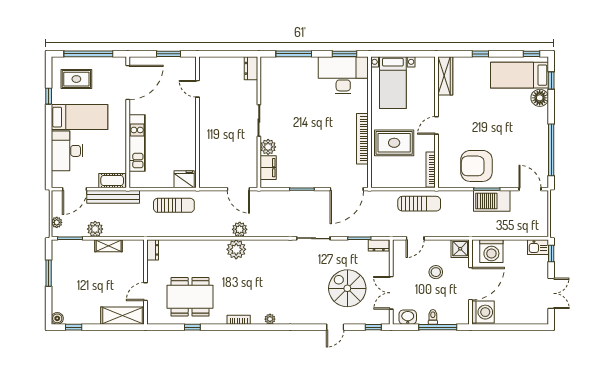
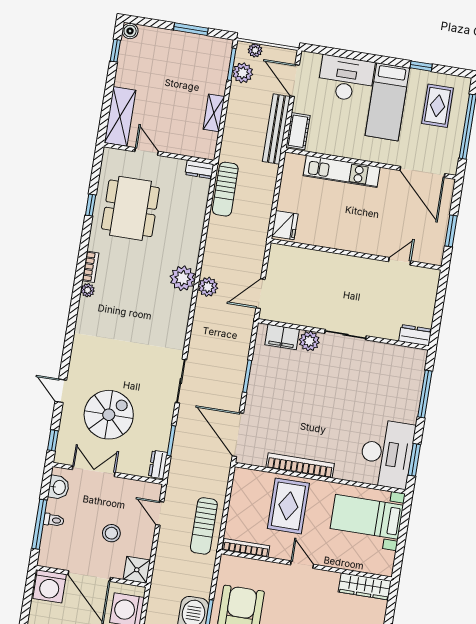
sun lounger: (174, 205) -> (225, 189), moved
plant: (95, 229) -> (243, 73), moved
plant: (270, 319) -> (88, 290), moved

